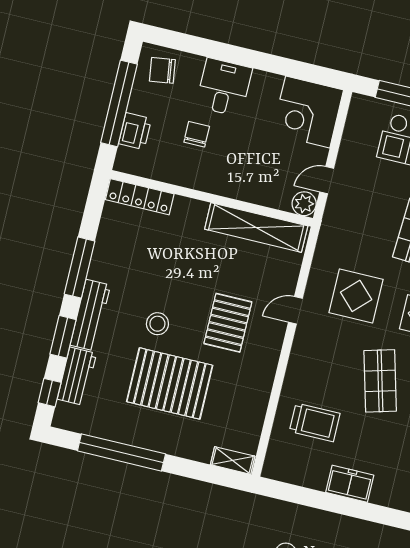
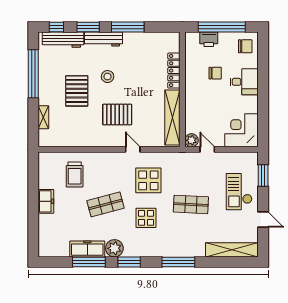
chair: (162, 70) -> (245, 46), turned 98
locker: (140, 197) -> (174, 71), moved
workbench: (77, 376) -> (63, 40), width x1.37
pallet: (170, 383) -> (77, 91), width x0.73, depth x0.71
shelving: (233, 460) -> (43, 117), moved

